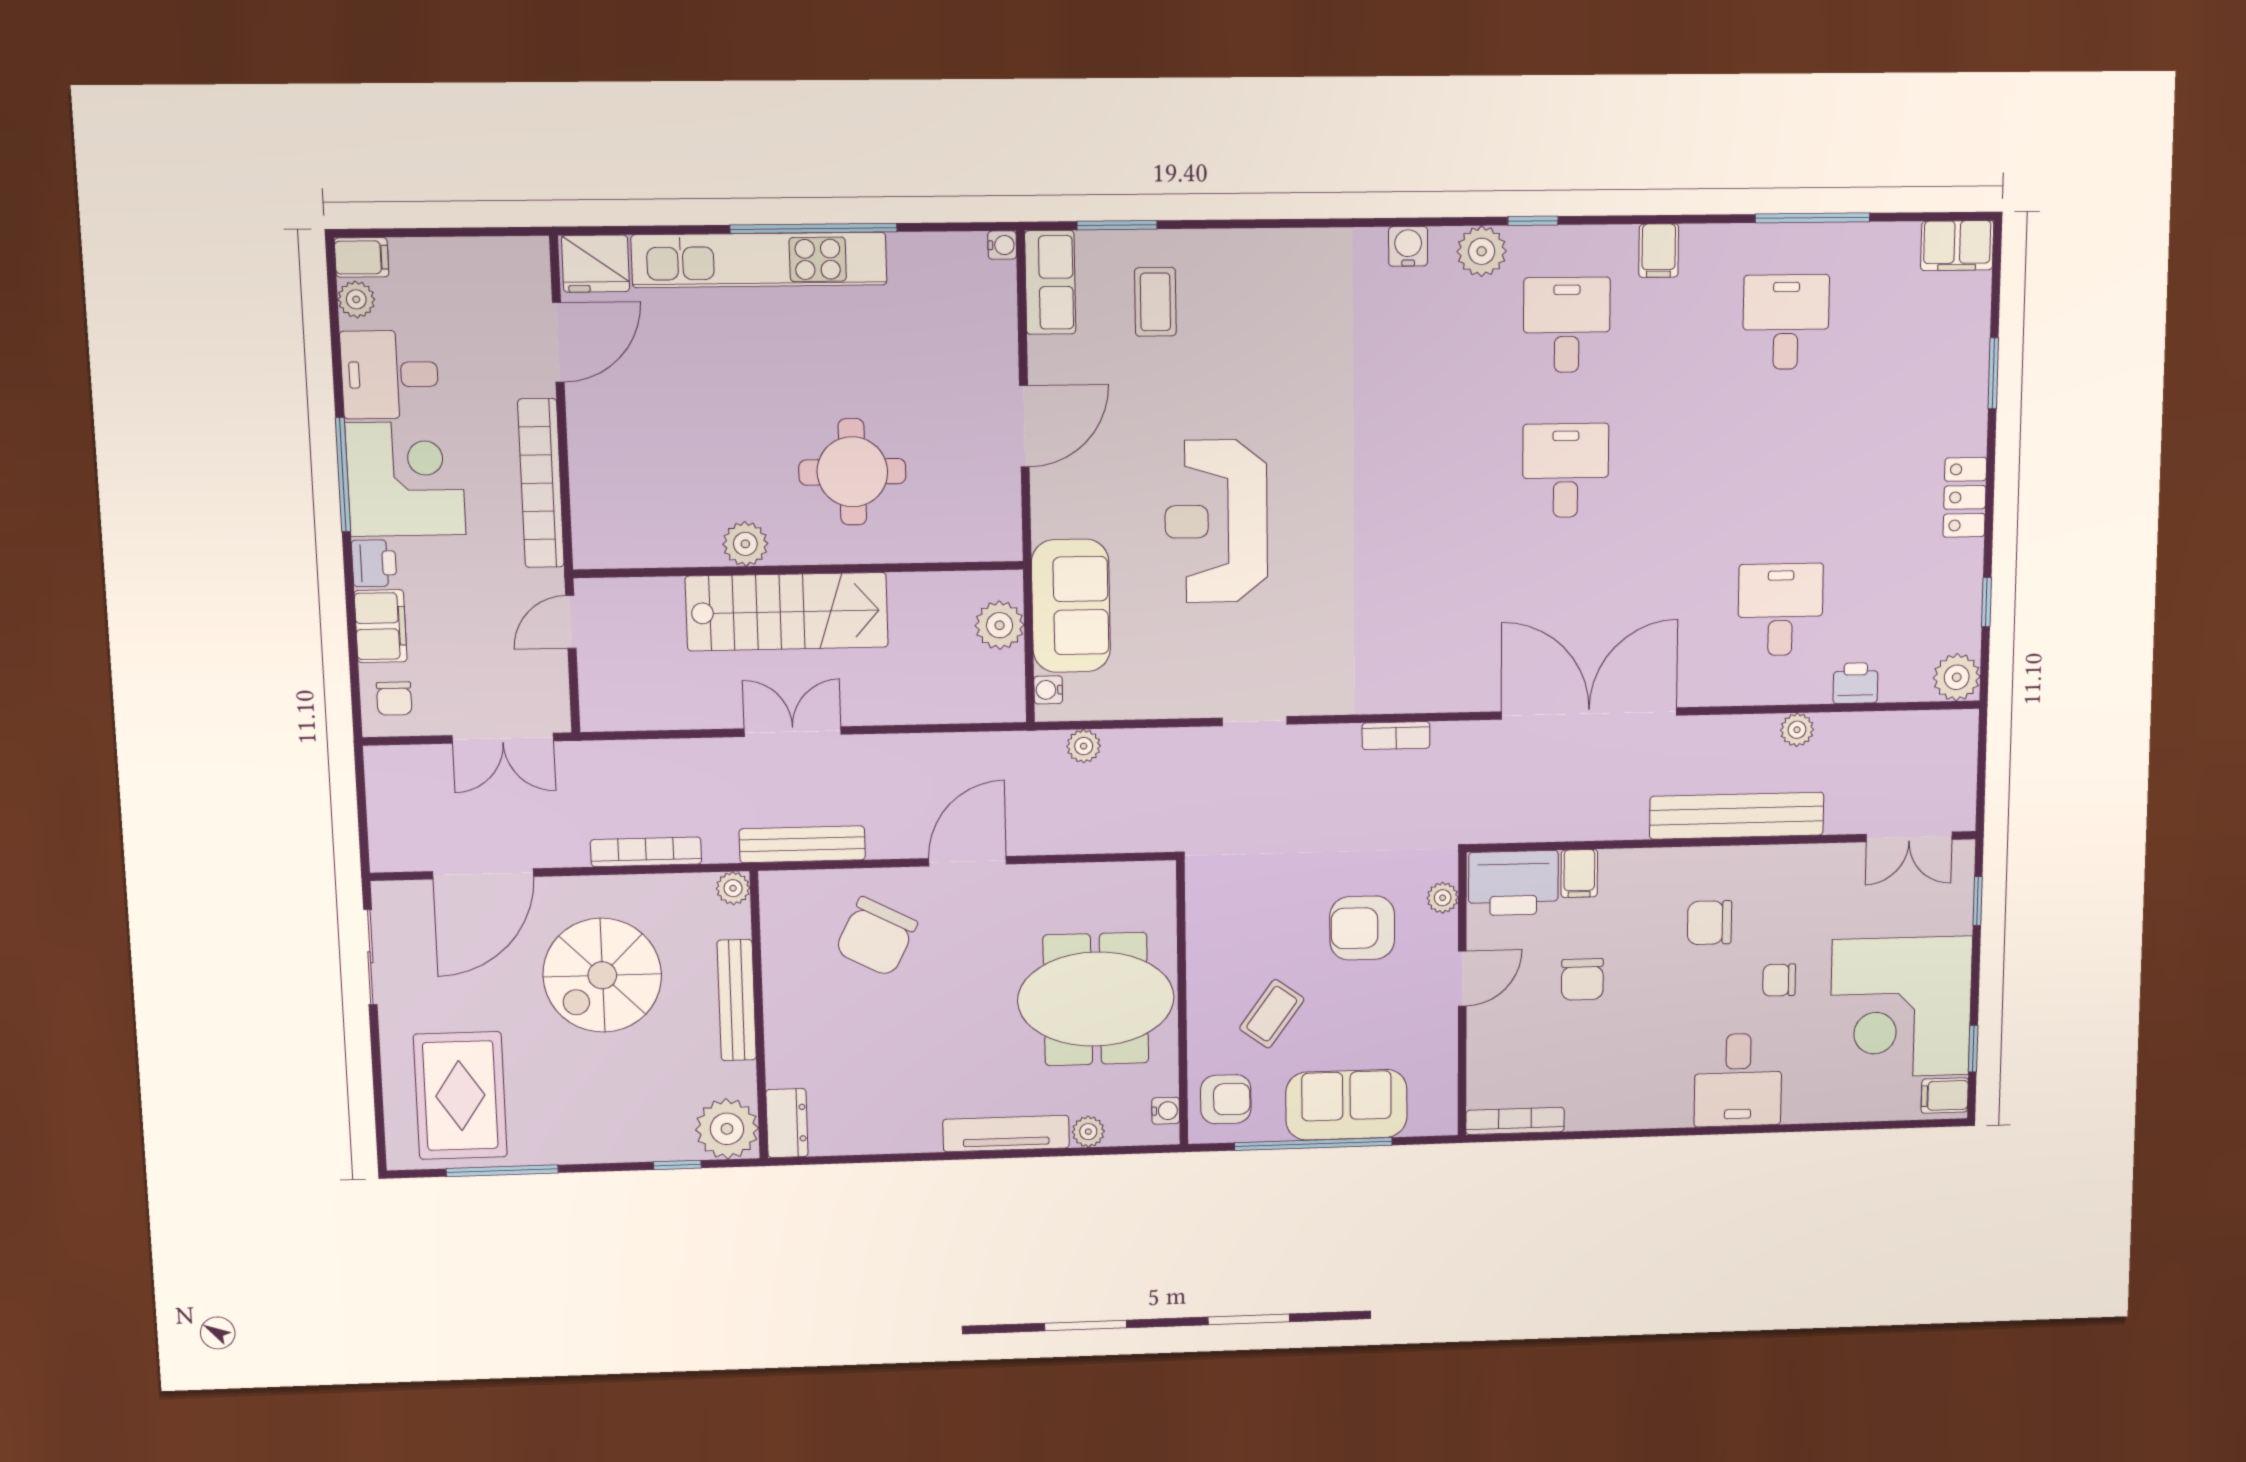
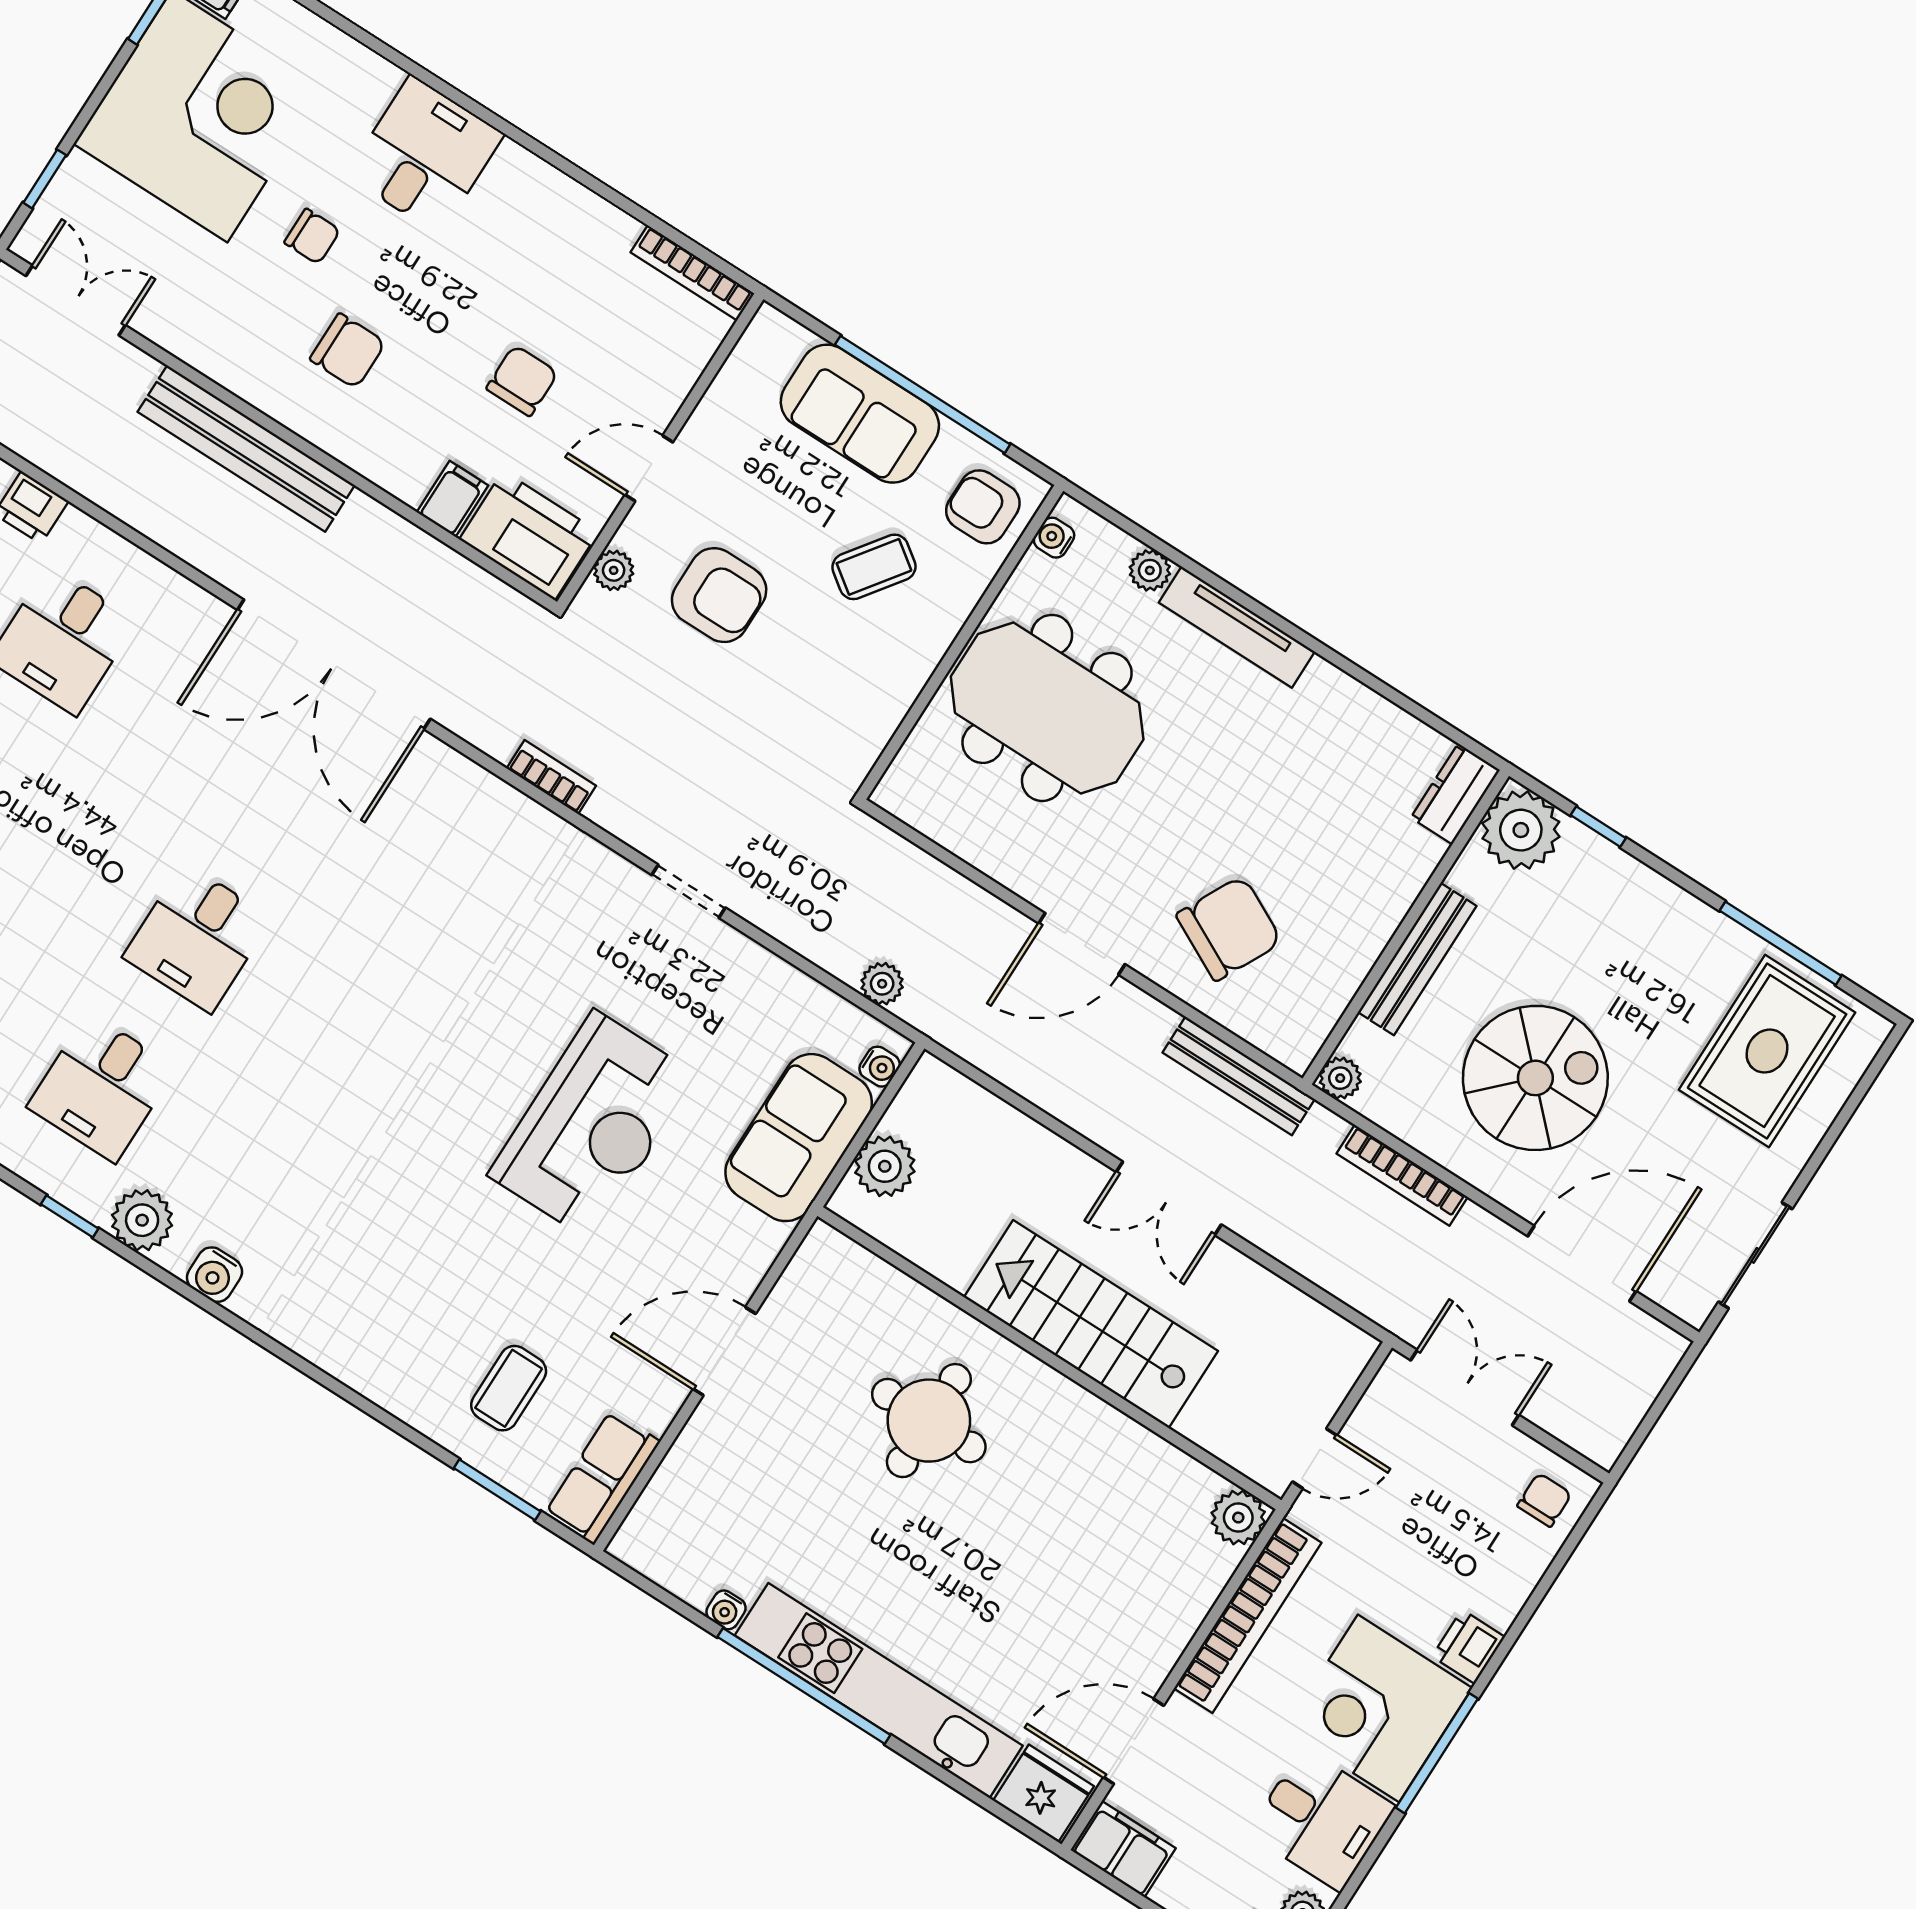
water cooler: (1002, 245) -> (726, 1610), moved, turned -90
plant: (745, 544) -> (1238, 1518), moved
filing cabinet: (381, 626) -> (1123, 1849), moved, turned 90
plant: (1797, 730) -> (124, 499), removed

